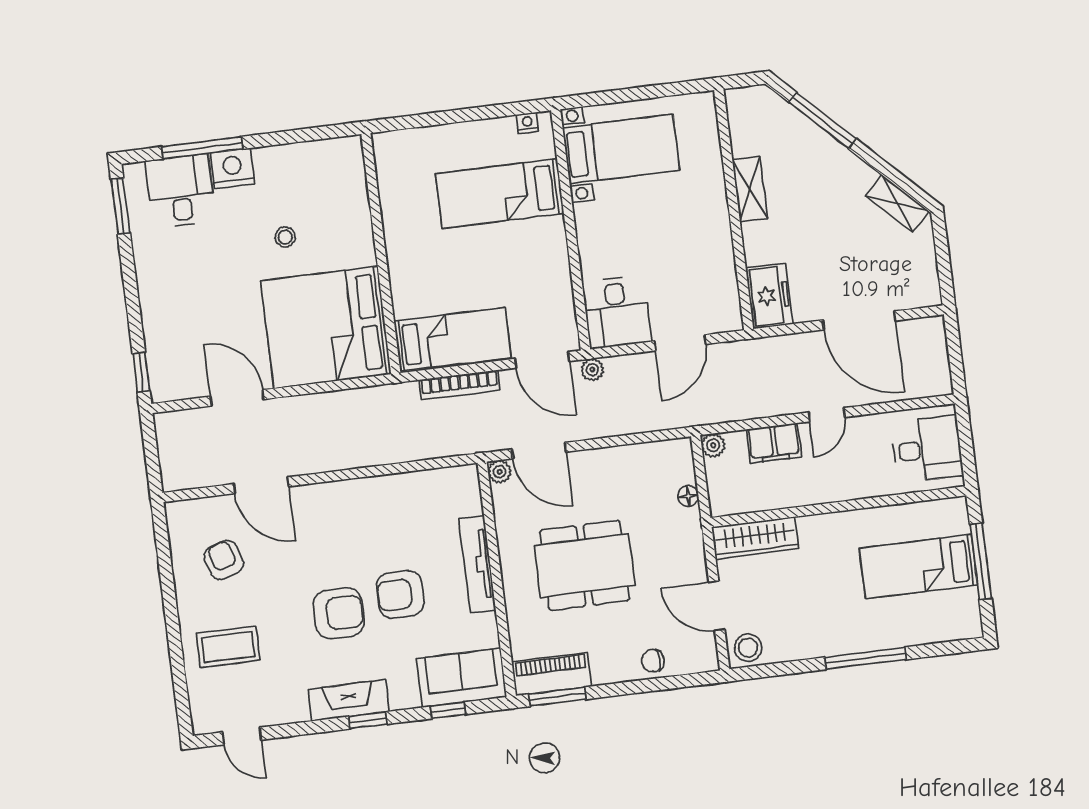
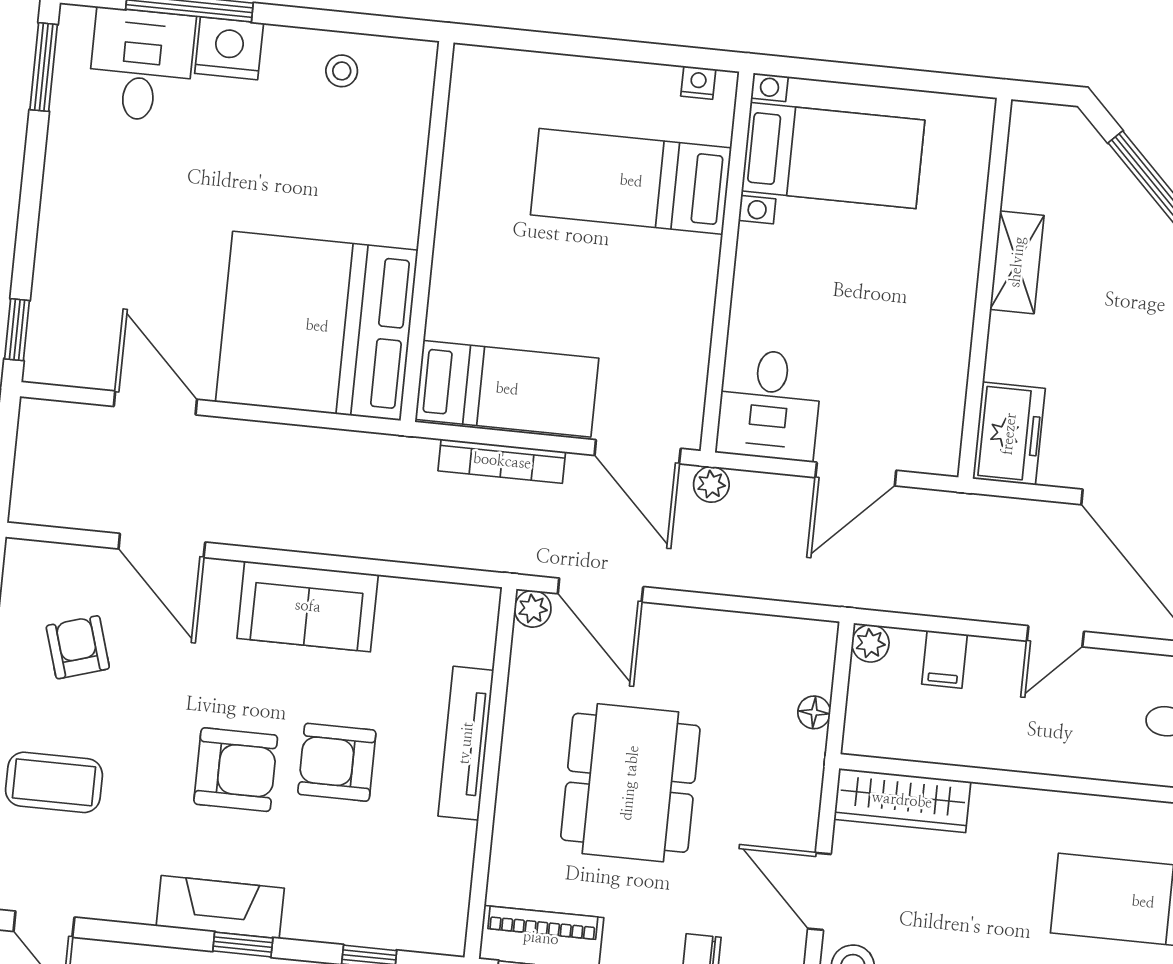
stool: (285, 237) -> (342, 71), moved
filing cabinet: (774, 443) -> (945, 659), width x0.50
dining table: (585, 565) -> (630, 783), turned 90
sofa: (462, 678) -> (308, 606), moved, turned 180

